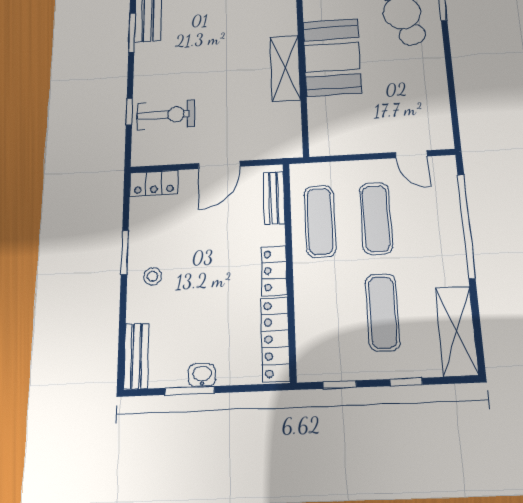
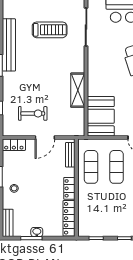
booth: (332, 57) -> (101, 116), moved
exercise bike: (166, 115) -> (33, 113), moved
exercise mat: (383, 312) -> (117, 209), removed

